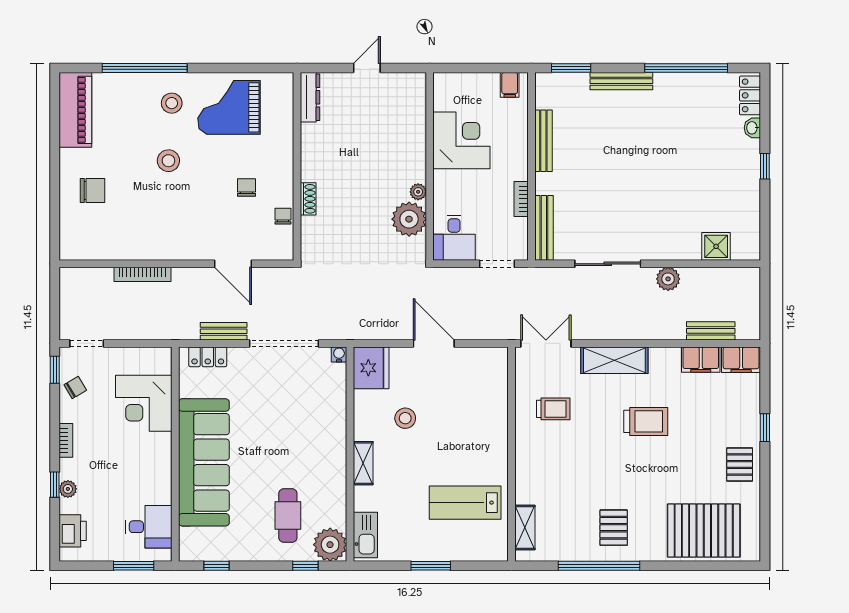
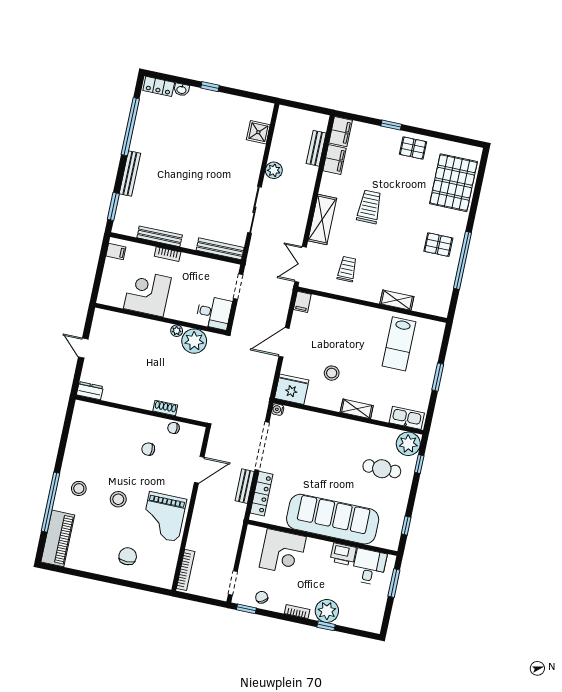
dresser: (310, 97) -> (90, 391), width x0.70
grand piano: (229, 107) -> (164, 517), moved
piano: (75, 110) -> (58, 538), moved, turned 90
bookcase: (521, 199) -> (168, 254), moved
bookcase: (142, 274) -> (186, 570), moved
locker: (208, 357) -> (262, 494), width x1.53
filing cabinet: (495, 357) -> (302, 302), added
plant: (68, 489) -> (327, 611), width x1.87, depth x1.87
shelving: (525, 528) -> (397, 300), moved
printer: (73, 531) -> (343, 554), moved, turned 180

